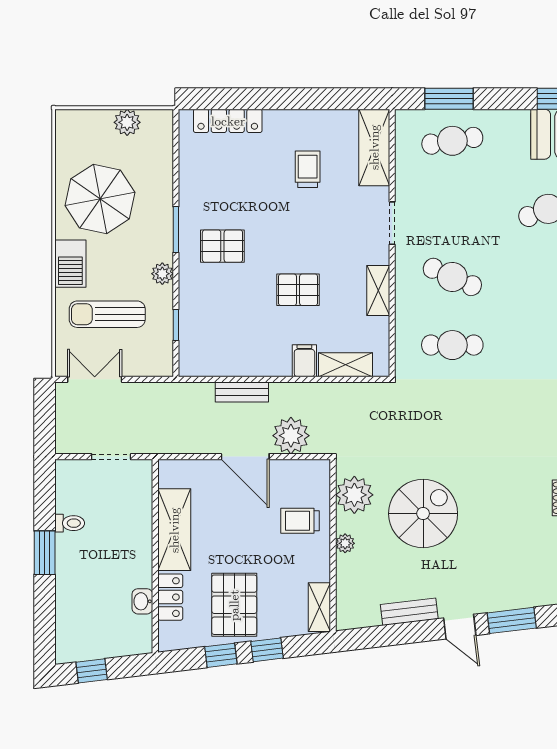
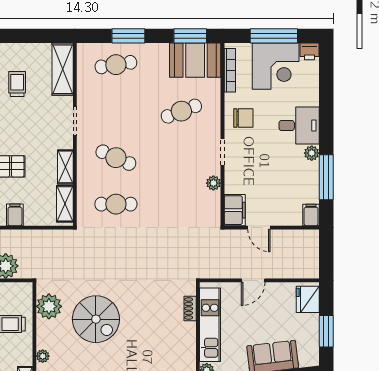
window: (449, 99) -> (128, 36), moved
shelving: (345, 365) -> (65, 204), moved, turned 90
spiral stairs: (423, 514) -> (96, 319), turned 90
plant: (345, 543) -> (43, 356), moved

